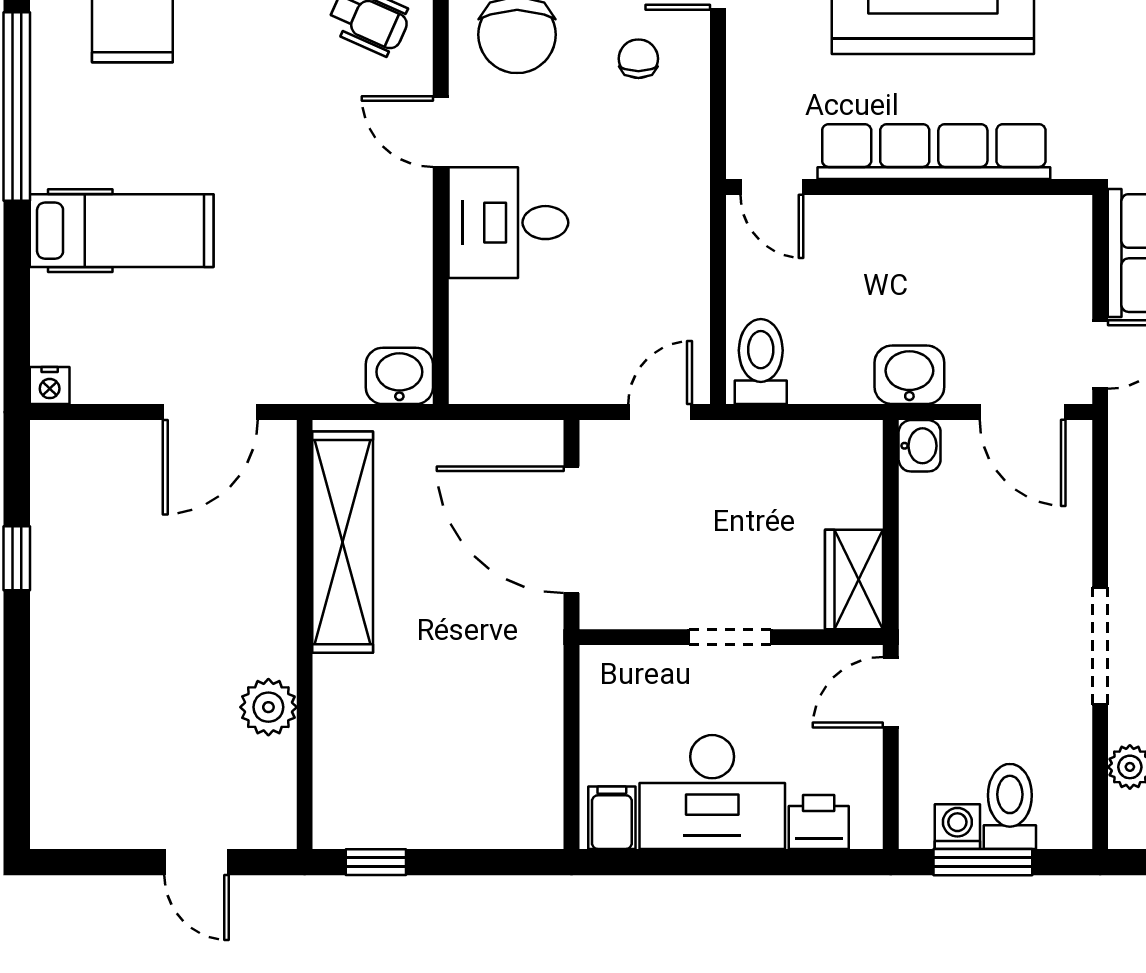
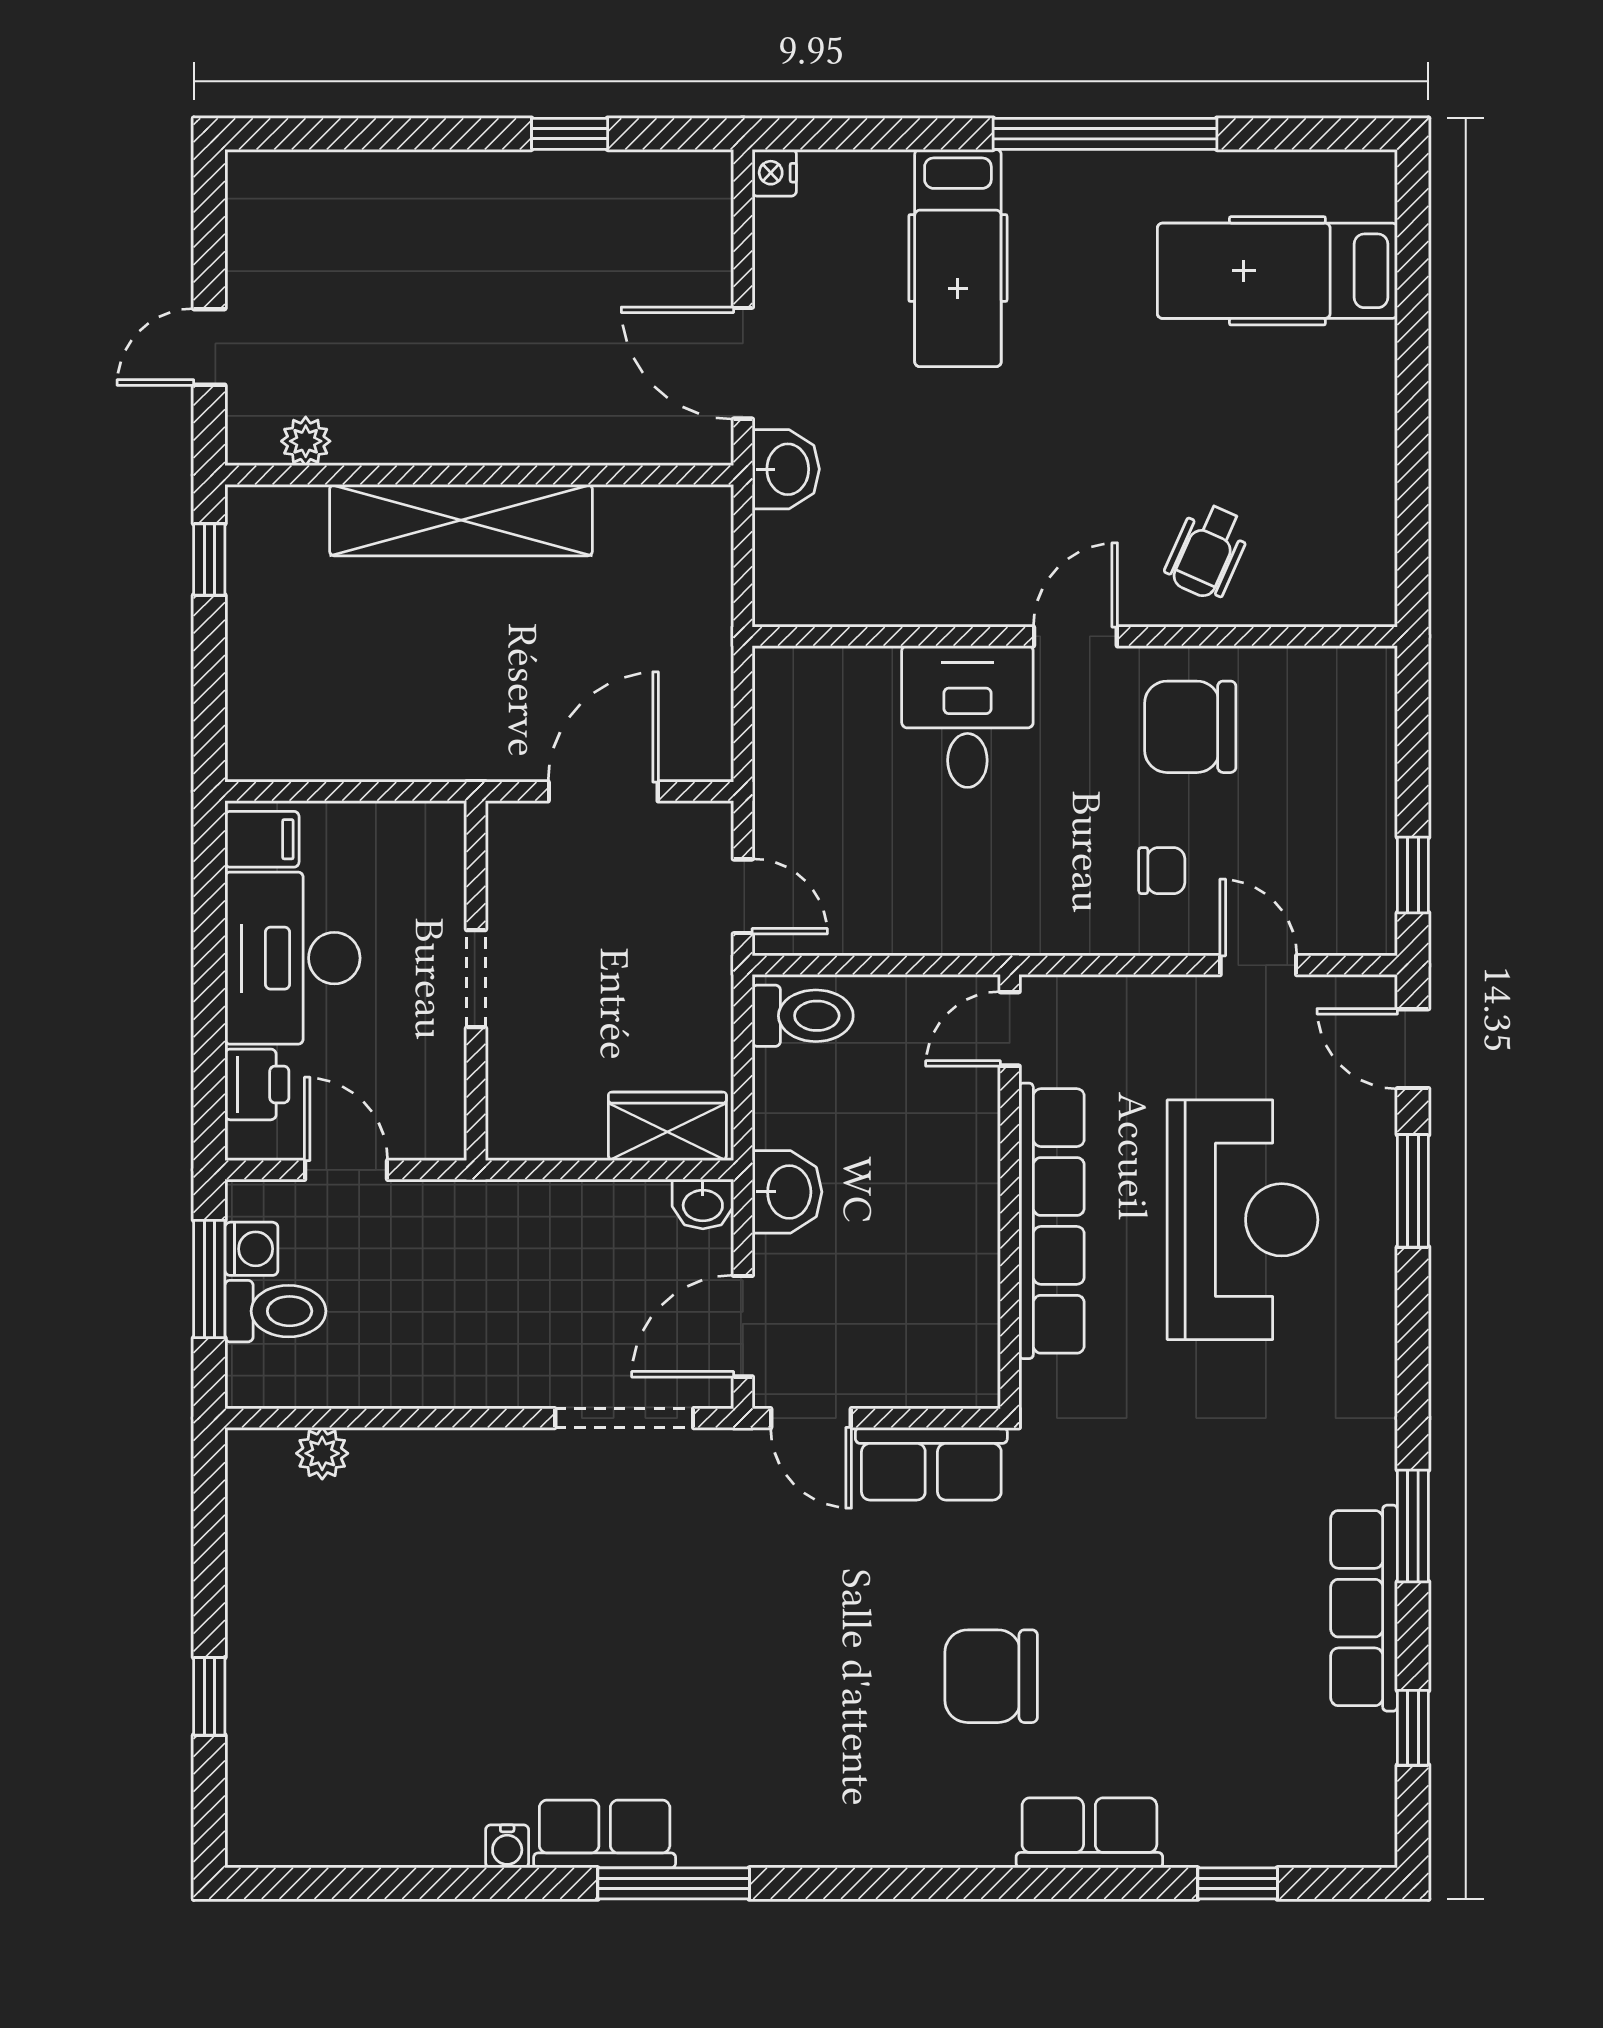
washbasin: (399, 376) -> (786, 469), moved
door: (572, 530) -> (603, 791), width x0.73
shelving: (343, 542) -> (461, 520), moved
wardrobe: (854, 579) -> (667, 1126), moved
doorway: (1100, 646) -> (624, 1418), moved
door: (891, 692) -> (346, 1170), moved
plant: (268, 707) -> (306, 441), moved, width x0.73, depth x0.73

